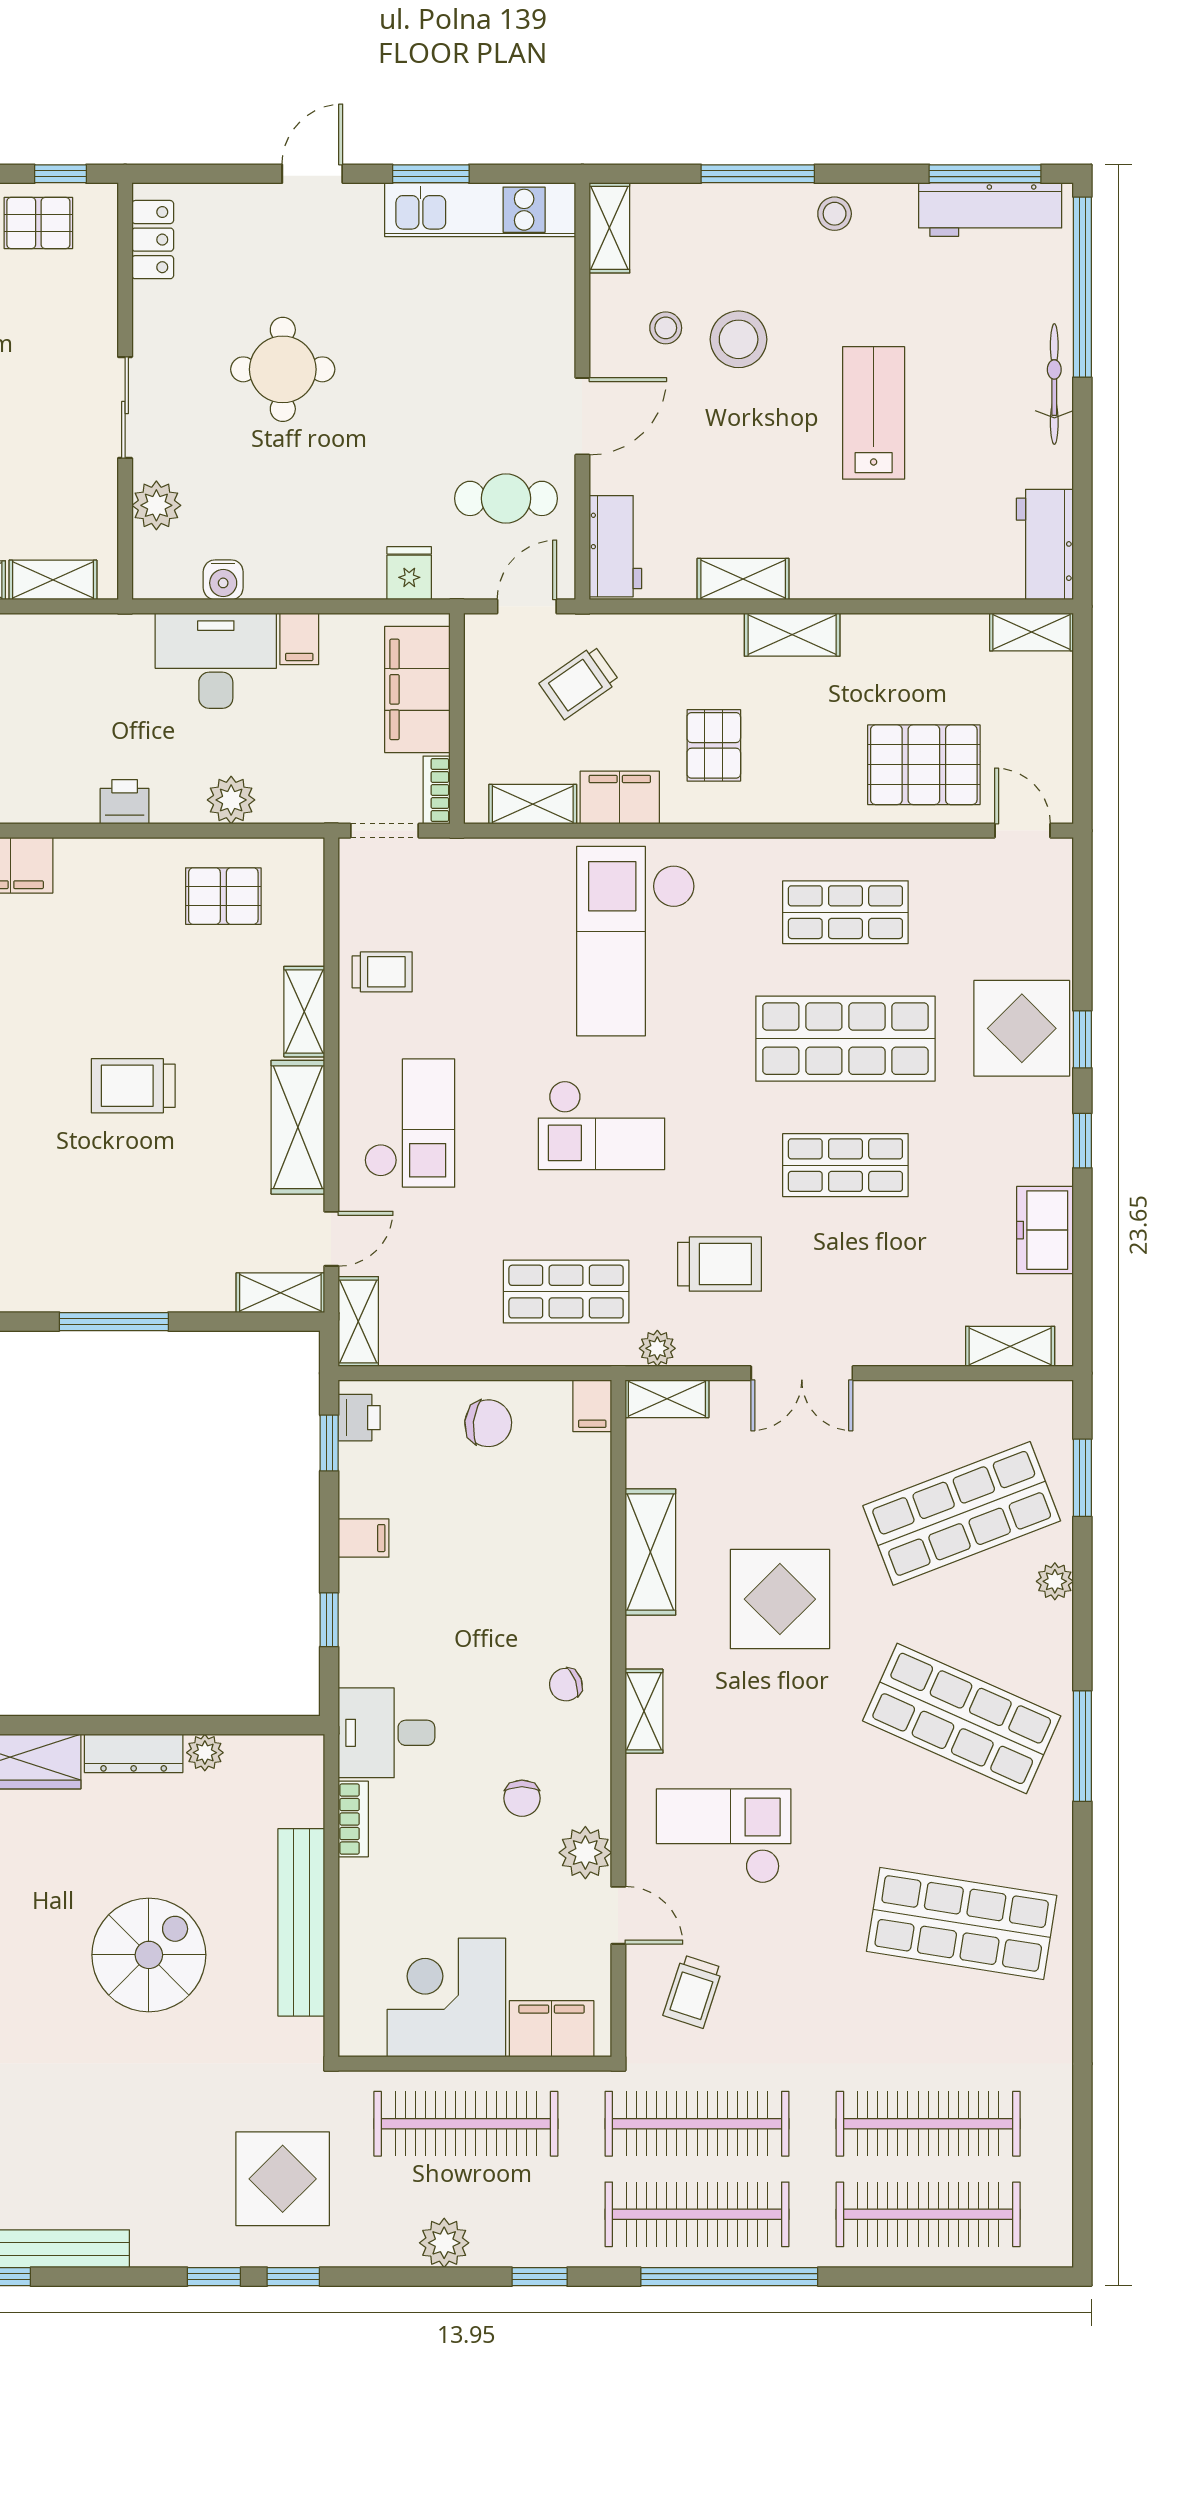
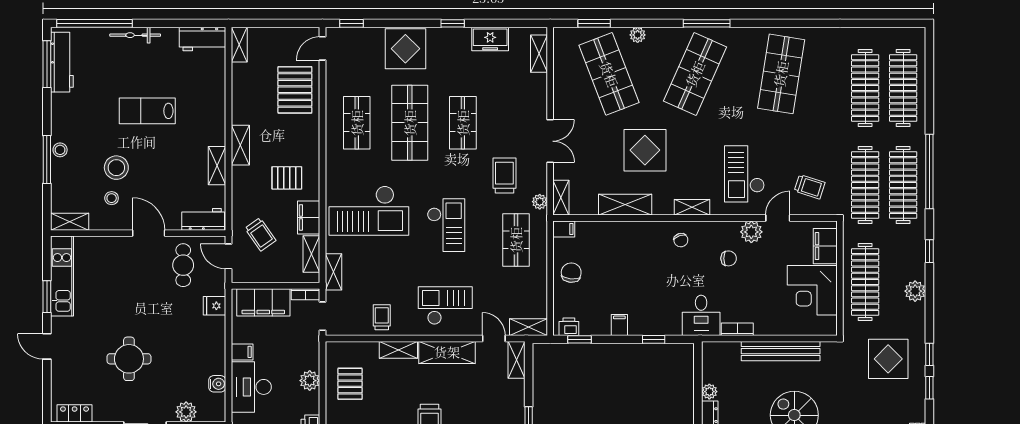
stool: (835, 214) -> (60, 150), moved
shelving: (490, 857) -> (334, 272), added
window: (1082, 1039) -> (351, 23), moved

